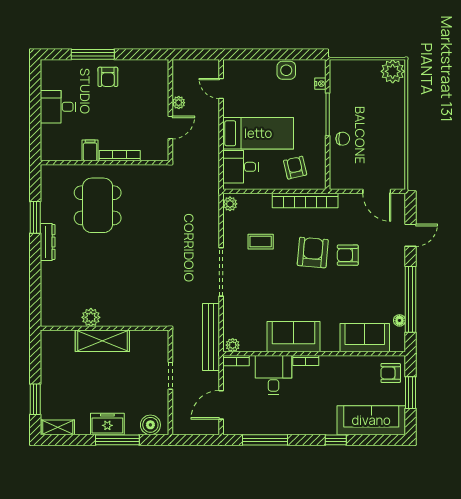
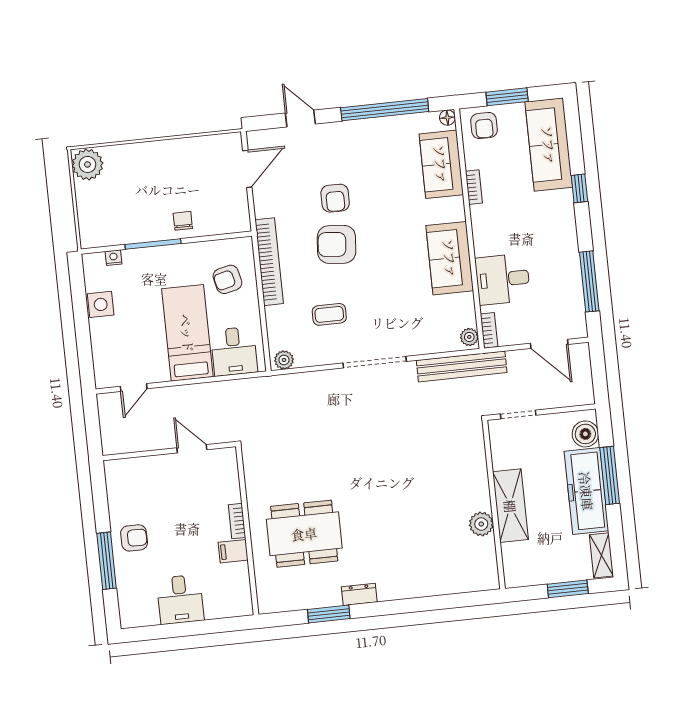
plant: (179, 103) -> (158, 442), removed
bookcase: (120, 156) -> (237, 521), width x0.64
dresser: (48, 242) -> (359, 594), width x0.70
coffee table: (261, 242) -> (329, 314), turned 90
plant: (91, 317) -> (481, 524), moved
floor lamp: (399, 320) -> (447, 118), moved
wall: (104, 328) -> (494, 505), moved
shelving: (102, 341) -> (510, 506), moved
bookcase: (306, 360) -> (474, 187), moved
freezer: (107, 424) -> (586, 491), width x1.91, depth x1.26

